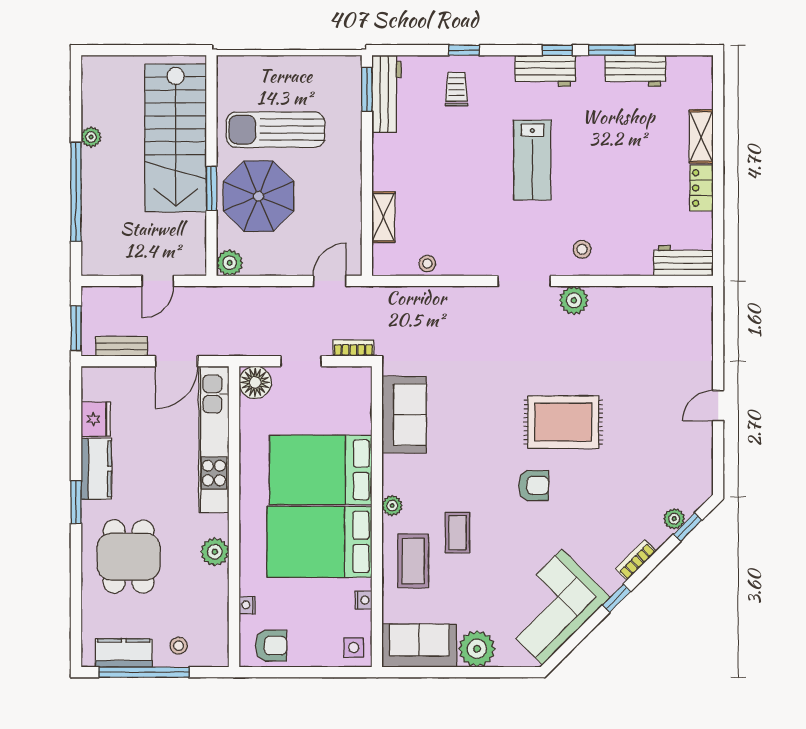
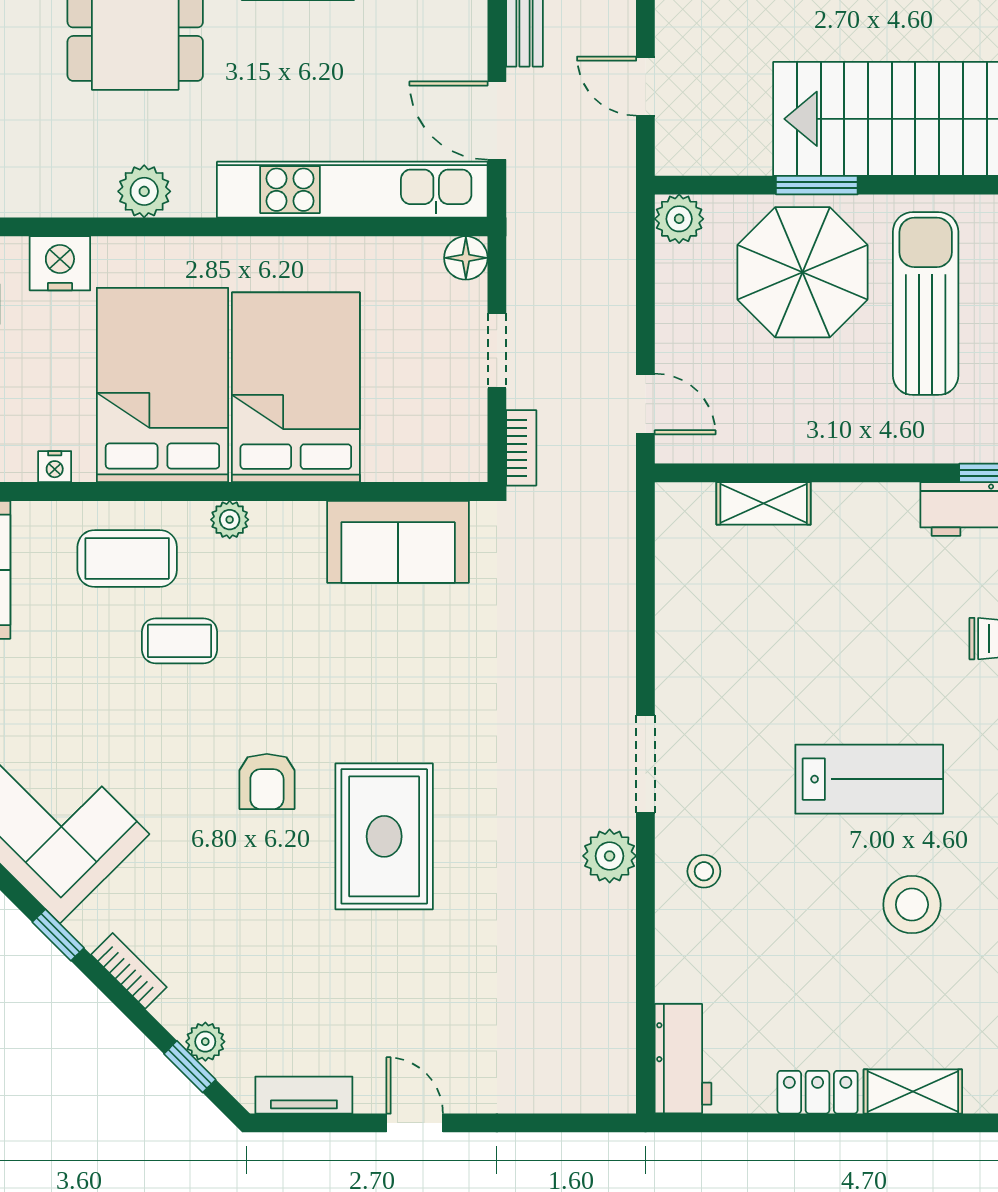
lab bench: (532, 160) -> (869, 779), turned 180
stool: (427, 264) -> (912, 905), moved, width x1.89, depth x1.89
floor lamp: (255, 382) -> (466, 258), width x0.73, depth x0.73
tv unit: (703, 465) -> (304, 1095), added
nightstand: (247, 605) -> (60, 263), width x1.89, depth x1.79

